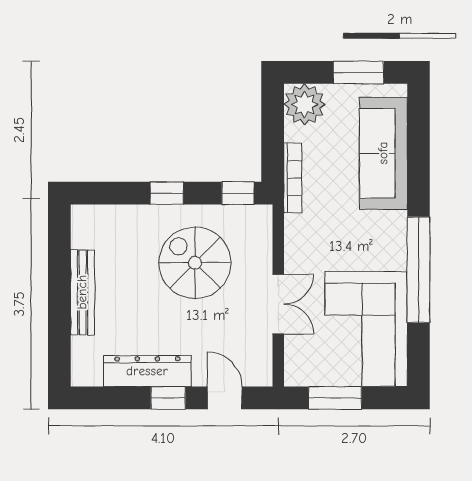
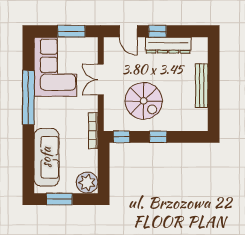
bookcase: (293, 178) -> (93, 131), moved

